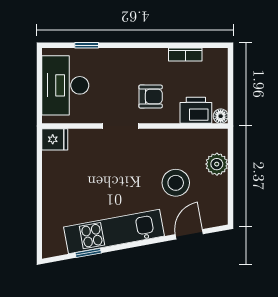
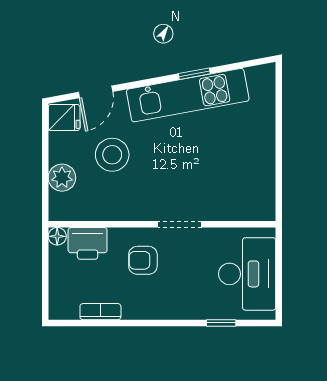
fridge: (55, 139) -> (64, 117), moved, turned 180
window: (88, 253) -> (194, 74), moved

